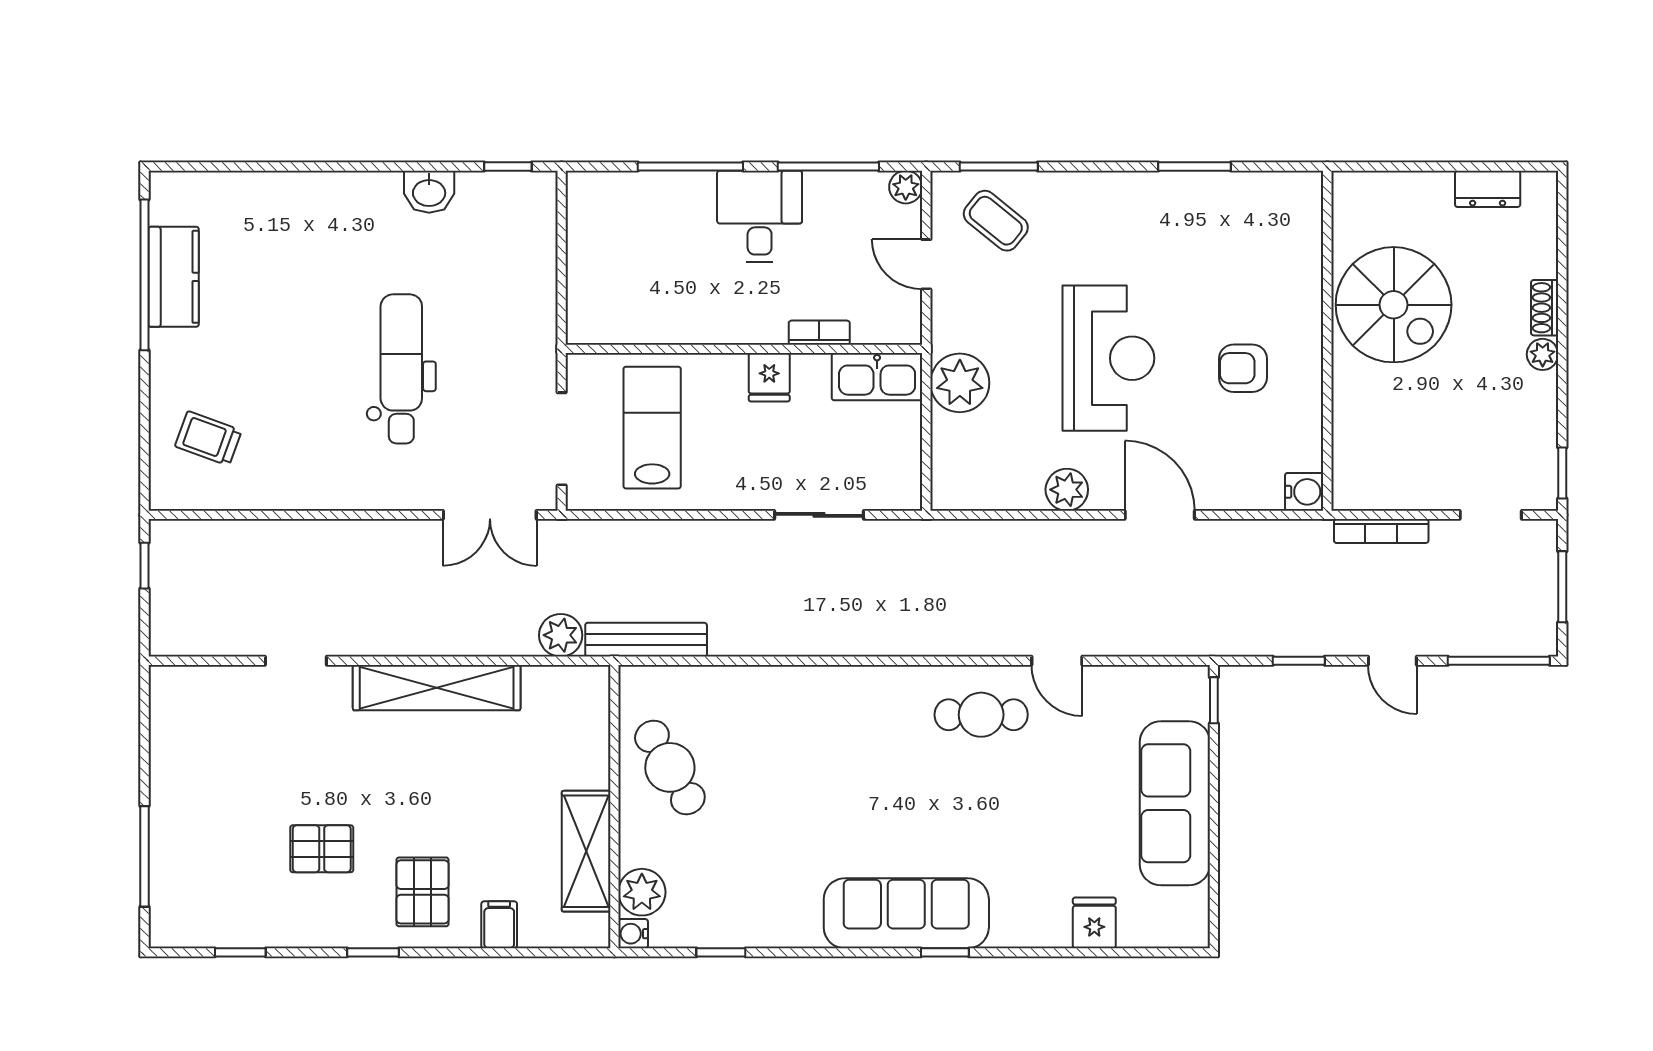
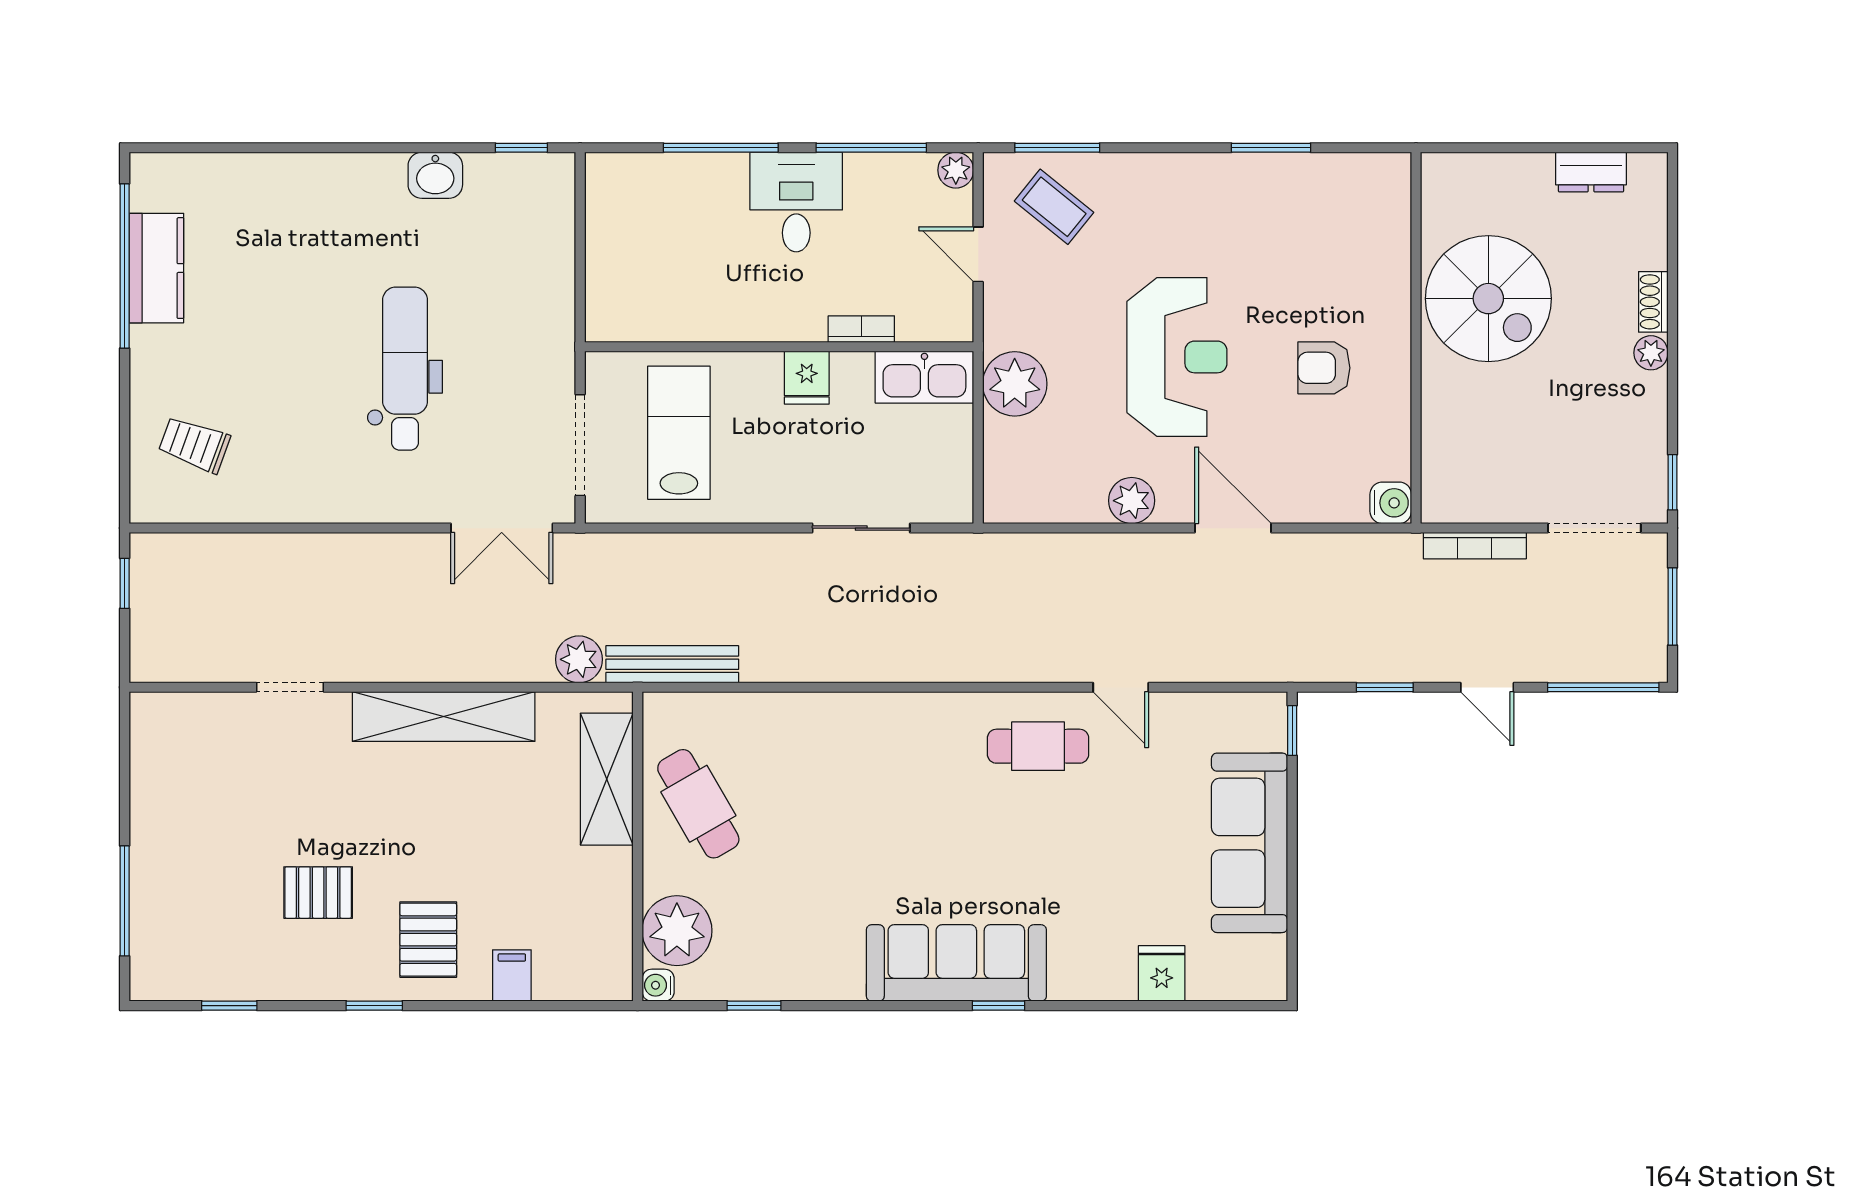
doorway: (1491, 515) -> (1594, 528), width x1.38
shelving: (586, 851) -> (607, 779), moved
plant: (642, 892) -> (677, 931), width x1.36, depth x1.36

